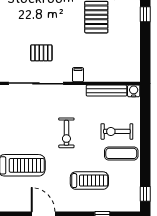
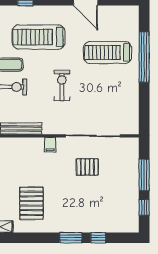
treadmill: (89, 181) -> (39, 37), width x1.37, depth x1.38

